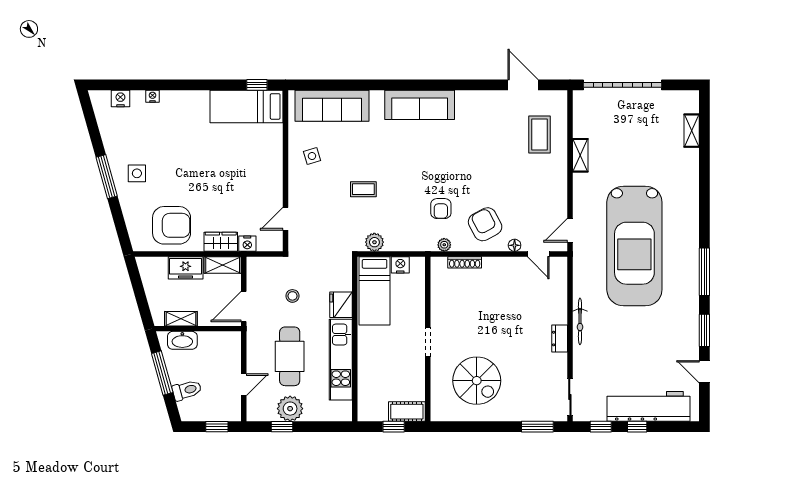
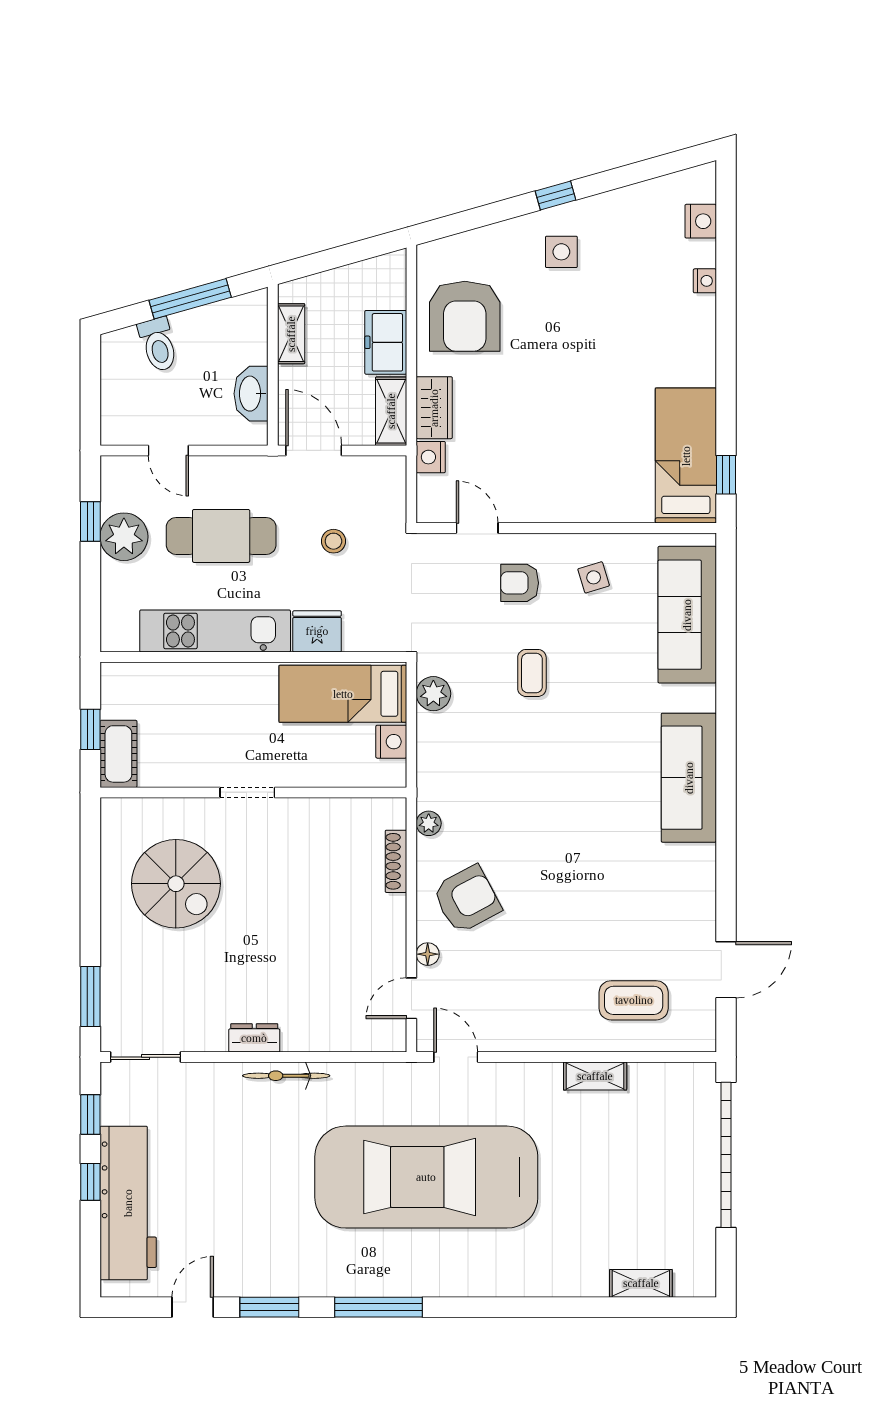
window: (107, 177) -> (555, 196), width x0.46
armchair: (441, 209) -> (520, 583), moved
washbasin: (182, 340) -> (251, 394), moved
spiral stairs: (477, 381) -> (176, 884), turned -90
window: (217, 427) -> (90, 400), removed

